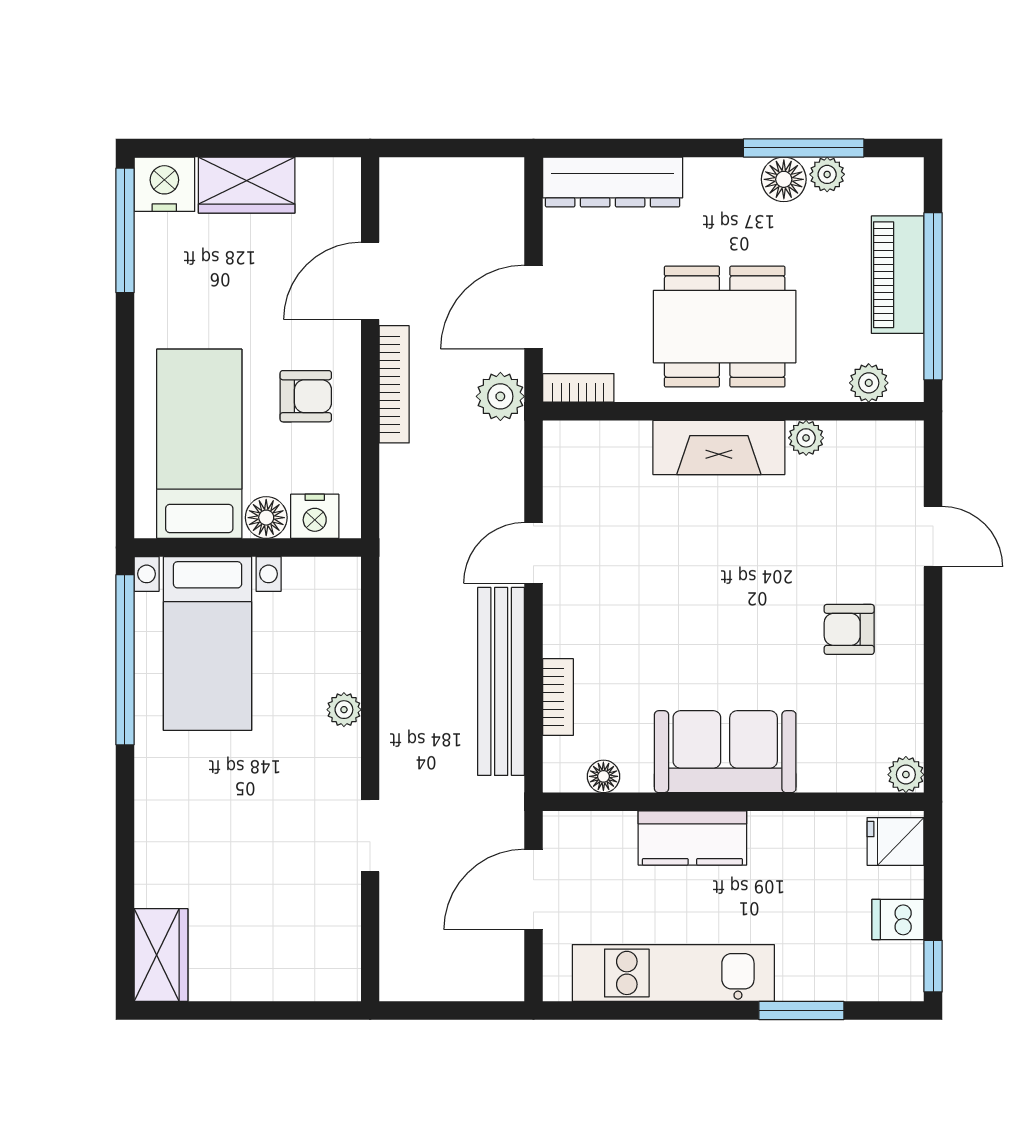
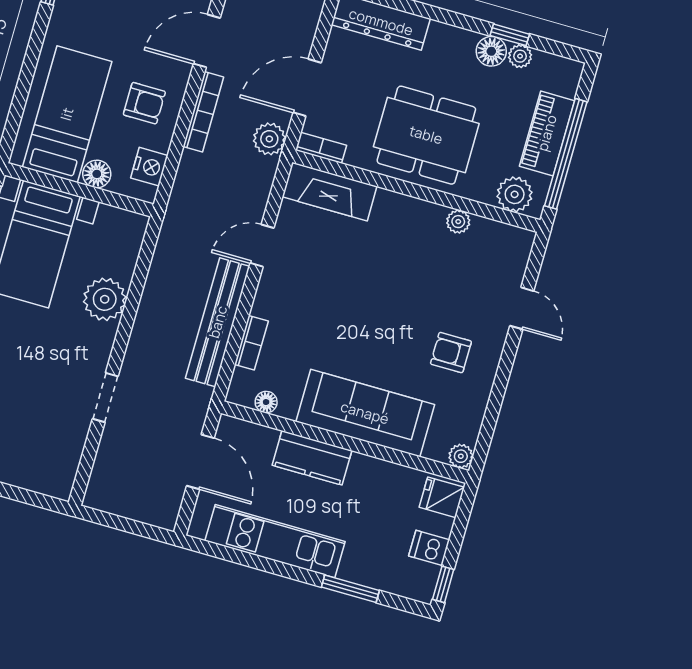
window: (804, 148) -> (510, 35), width x0.46
plant: (869, 383) -> (515, 194), width x1.38, depth x1.38
fireplace: (719, 447) -> (330, 192), moved
nightstand: (315, 516) -> (149, 167), moved, turned -90
plant: (344, 710) -> (105, 299), width x1.87, depth x1.87
sofa: (725, 752) -> (365, 413), width x1.36
door: (534, 889) -> (200, 462), swing flipped

